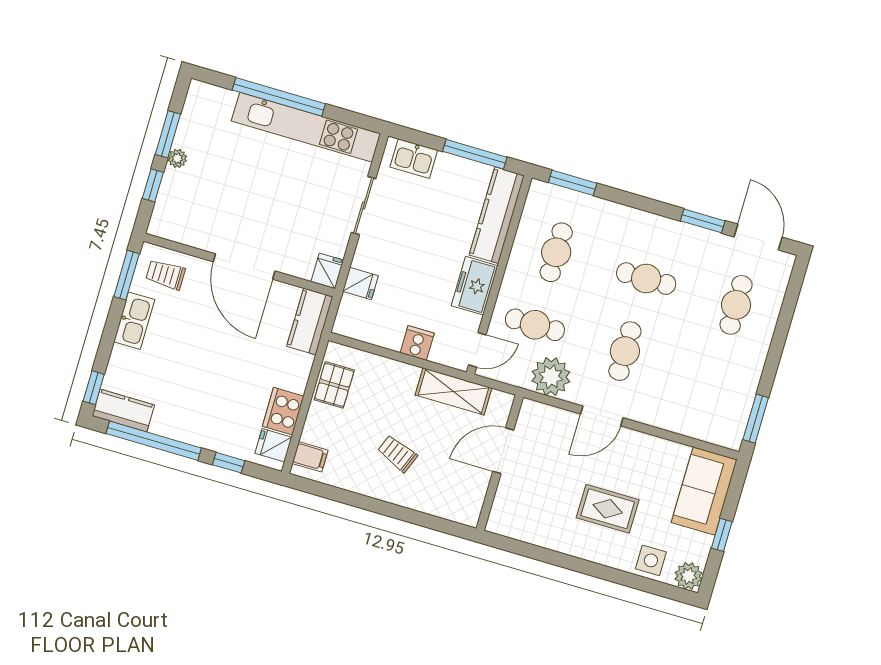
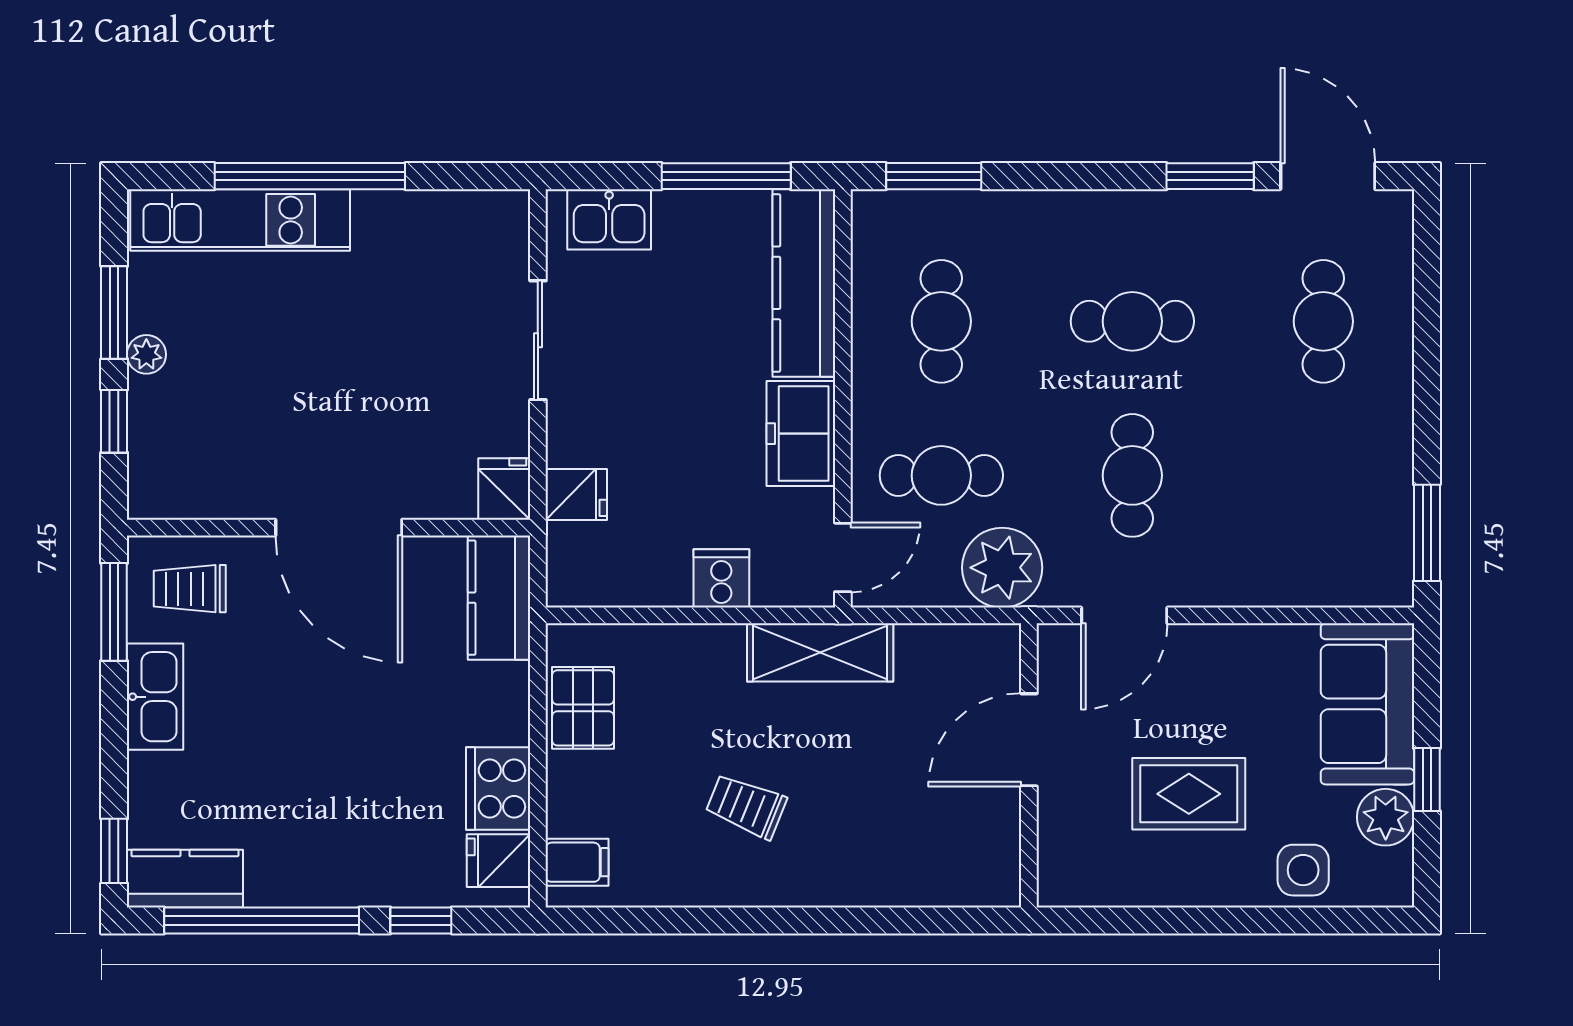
kitchen unit: (306, 127) -> (240, 220), moved, width x0.73
door: (503, 451) -> (1029, 740), moved
wall: (500, 463) -> (1029, 765), moved
plant: (689, 576) -> (1386, 817), moved

